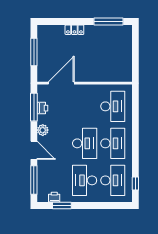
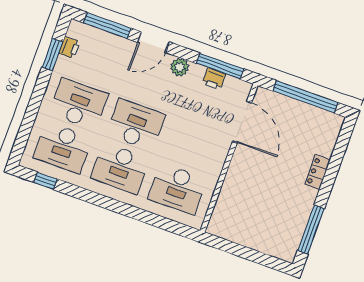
window: (34, 52) -> (305, 97), width x1.46
desk: (85, 143) -> (136, 125), turned 180

